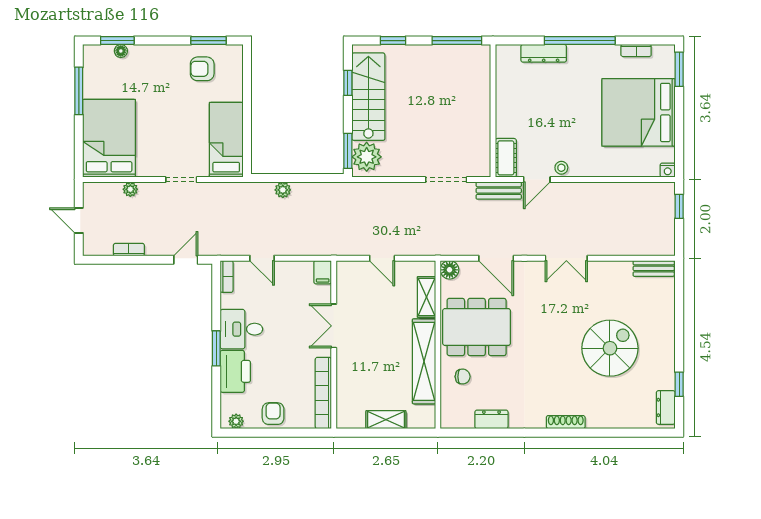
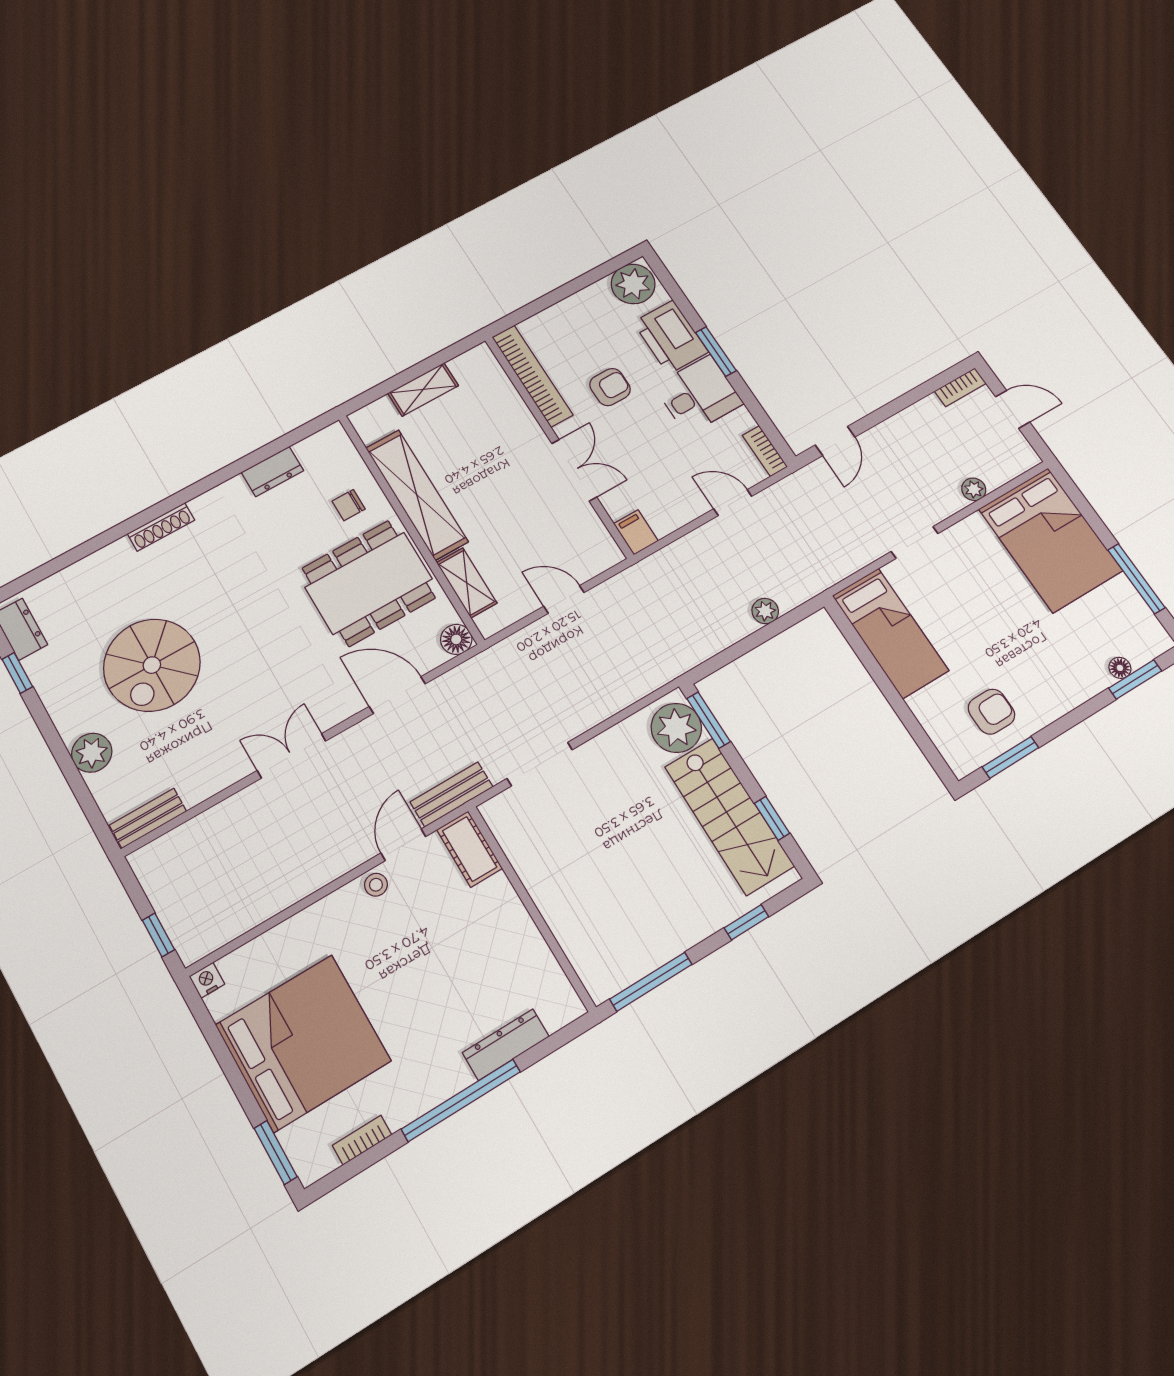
bookcase: (129, 250) -> (960, 387), moved
plant: (664, 319) -> (92, 753), added
armchair: (273, 414) -> (610, 387), moved, turned -90
plant: (236, 421) -> (633, 284), width x1.88, depth x1.88

